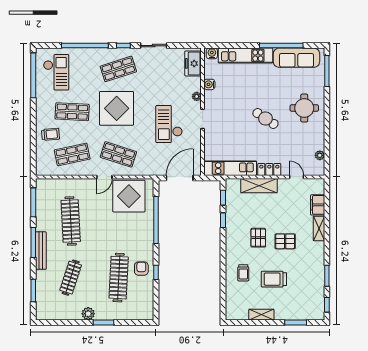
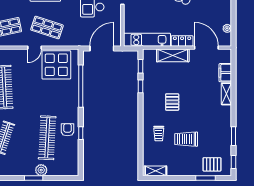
door: (297, 177) -> (206, 48), width x1.88
pallet: (285, 241) -> (212, 164), moved
plant: (88, 314) -> (41, 170), moved
shelving: (261, 315) -> (156, 171), moved

